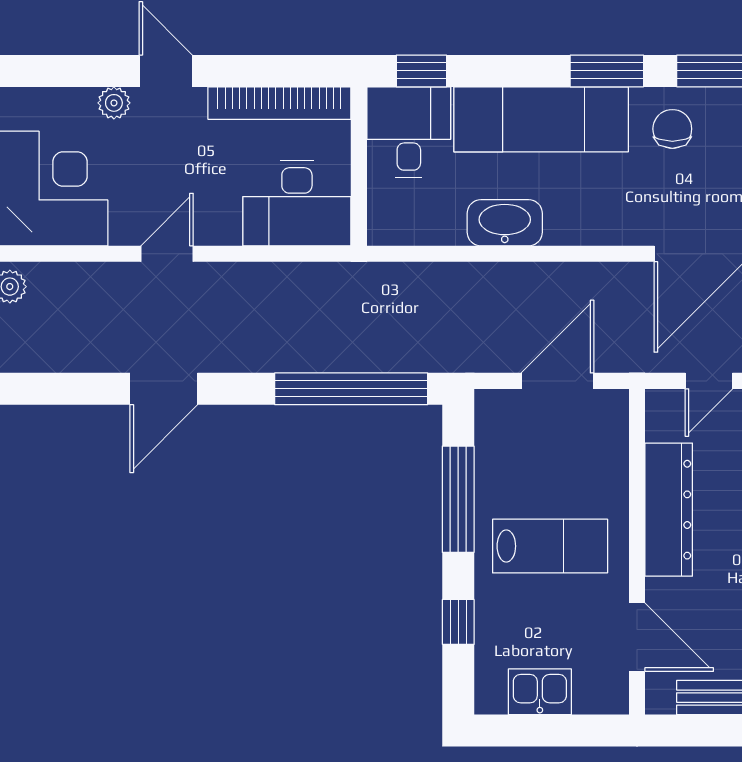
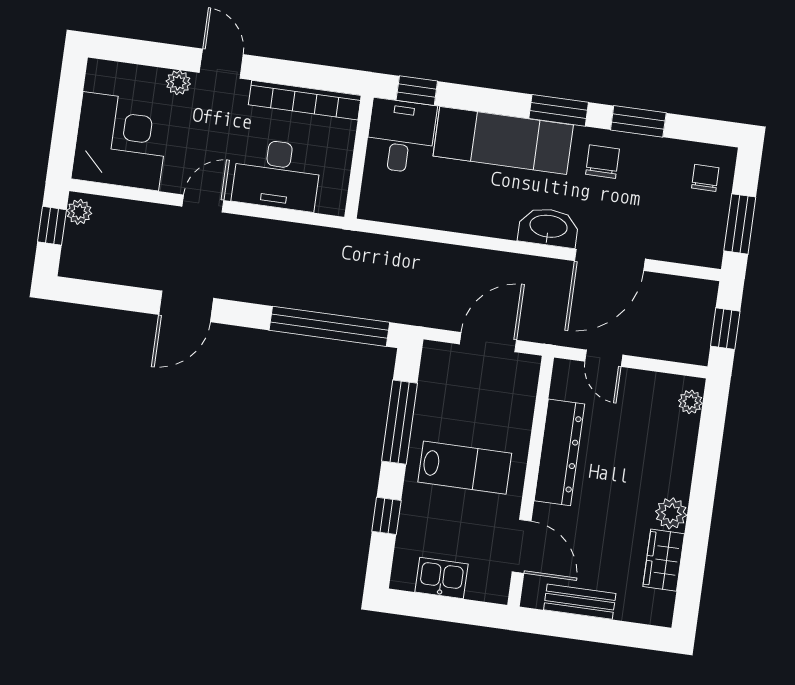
desk: (297, 203) -> (277, 174), moved
washbasin: (505, 223) -> (548, 227), moved
door: (709, 381) -> (604, 358), hinge flipped

